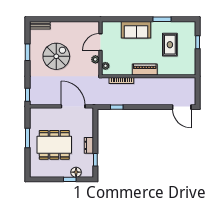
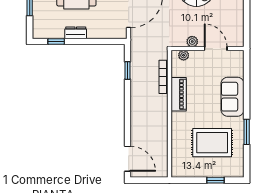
rug: (170, 45) -> (212, 143), width x1.36, depth x1.43
piano: (145, 69) -> (179, 94), moved
door: (182, 107) -> (128, 159), swing flipped
floor lamp: (76, 172) -> (39, 15), removed

